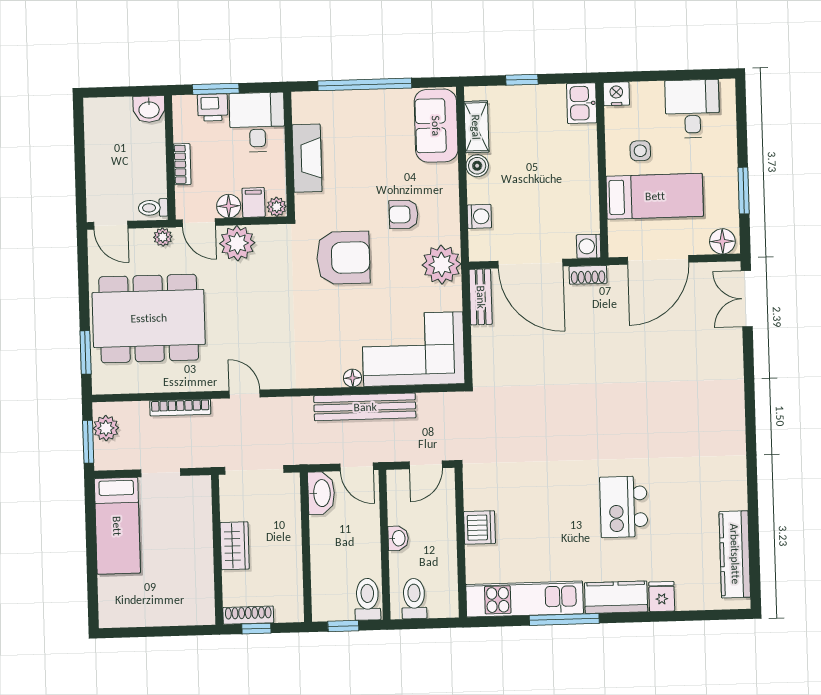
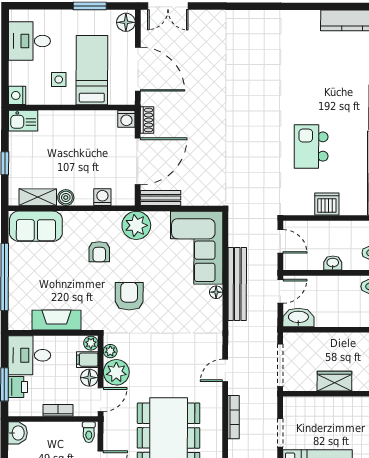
plant: (163, 237) -> (110, 351), moved
armchair: (343, 258) -> (129, 296), width x0.73, depth x0.73
kitchen island: (624, 507) -> (311, 147), moved, turned 90

